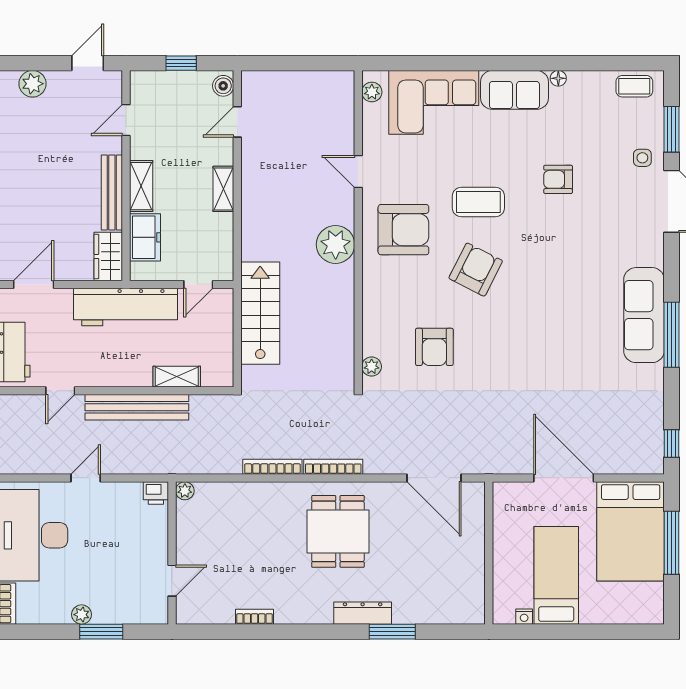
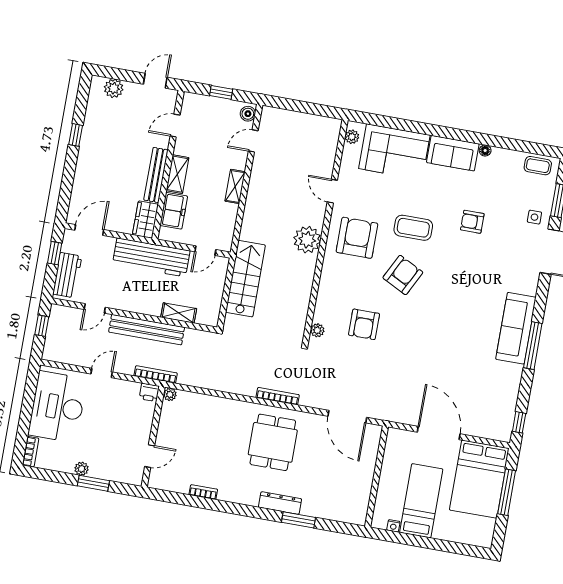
armchair: (403, 230) -> (357, 238), turned -90
bookcase: (272, 467) -> (156, 374), moved

